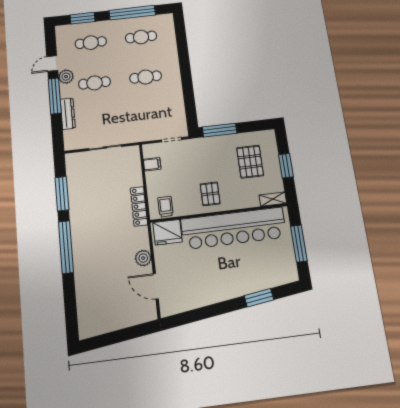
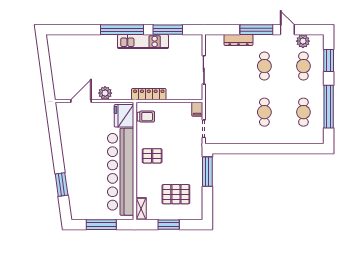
plant: (66, 77) -> (303, 41), moved
filing cabinet: (152, 164) -> (197, 109), moved
kitchen unit: (78, 221) -> (143, 42), added

